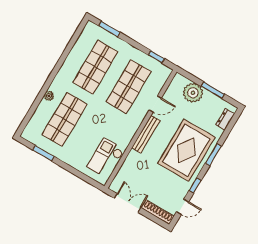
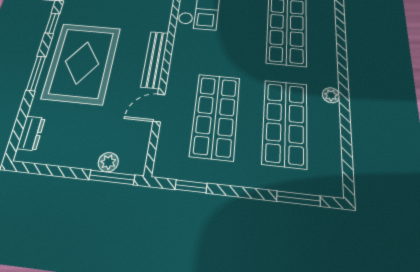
window: (213, 90) -> (112, 177), moved
plant: (193, 93) -> (108, 162), width x0.53, depth x0.53
plant: (49, 96) -> (331, 95), moved

